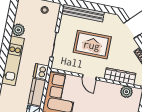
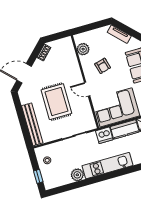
wardrobe: (120, 76) -> (72, 62), removed
door: (89, 77) -> (87, 89), swing flipped
armchair: (103, 101) -> (103, 66), added

